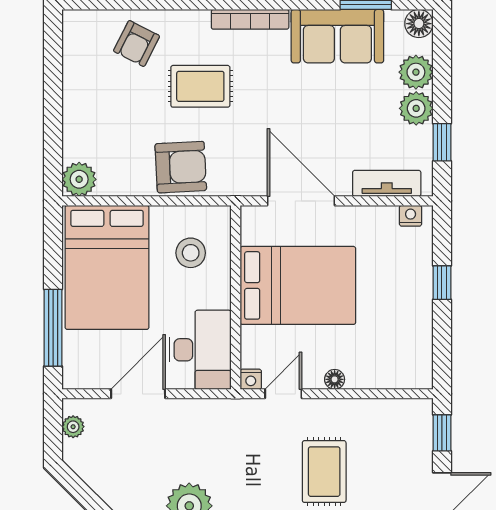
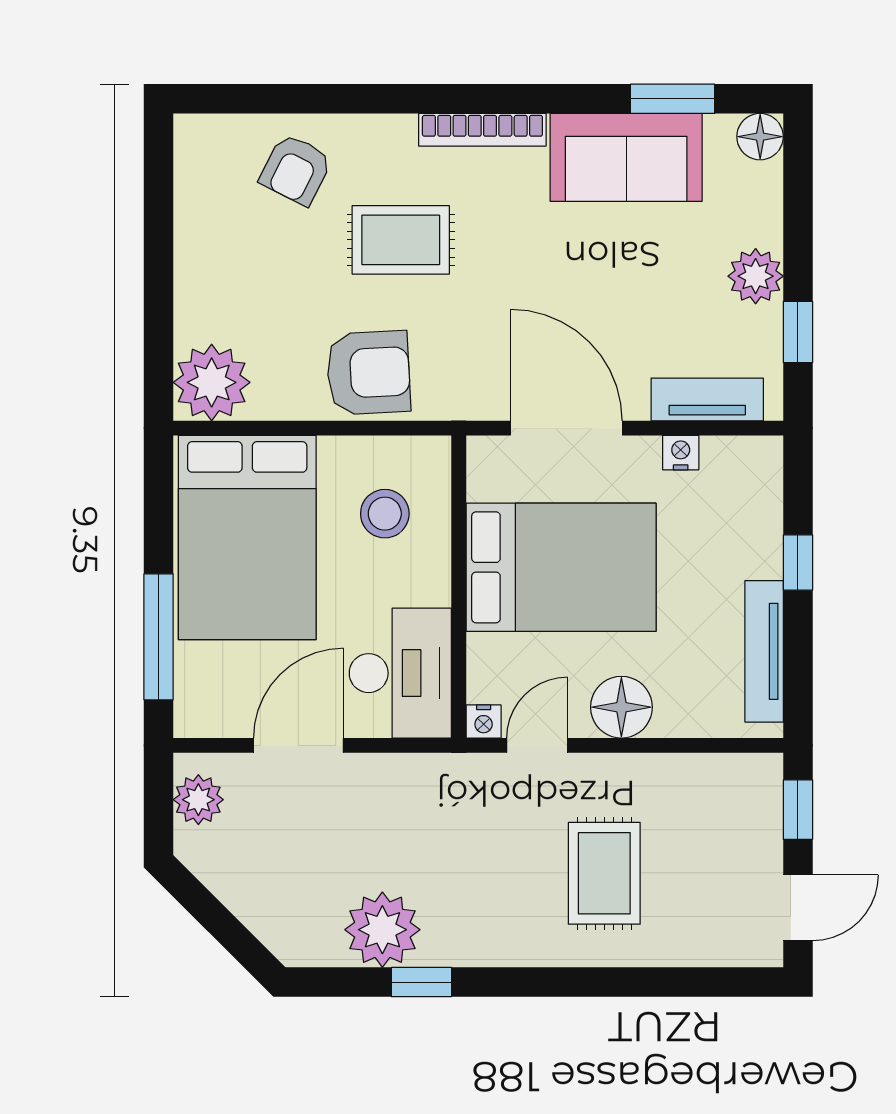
plant: (416, 72) -> (755, 216), removed
plant: (79, 179) -> (212, 382), width x1.36, depth x1.36
nightstand: (411, 216) -> (681, 453), moved
tv unit: (421, 337) -> (764, 651), added
floor lamp: (335, 379) -> (621, 707), width x1.89, depth x1.89
plant: (73, 427) -> (198, 800), width x1.38, depth x1.38

